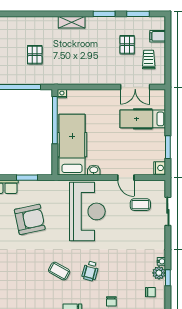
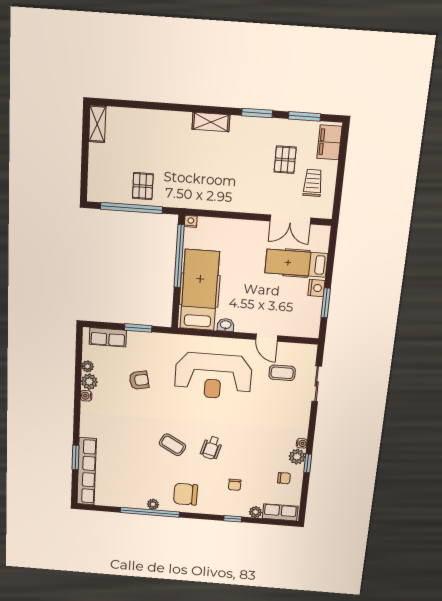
filing cabinet: (158, 36) -> (329, 142), width x2.00
pallet: (35, 55) -> (143, 186), moved
nightstand: (160, 168) -> (316, 288), moved
reception desk: (87, 211) -> (213, 376), turned 90
armchair: (30, 219) -> (139, 380), width x0.53, depth x0.53

